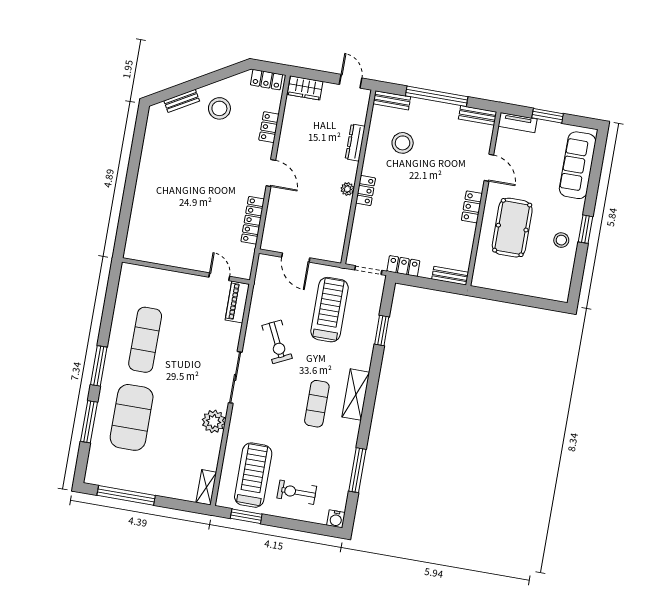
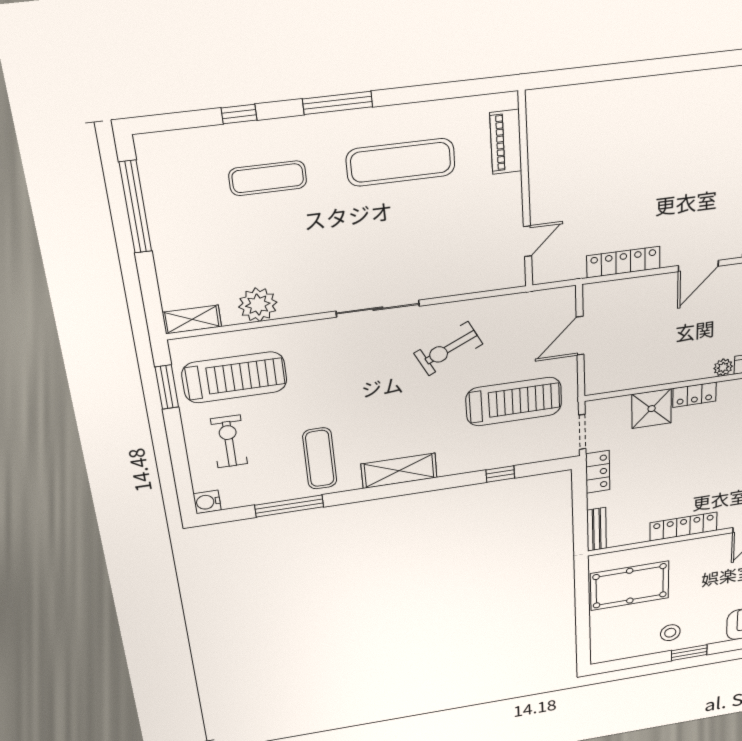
plant: (347, 189) -> (723, 367), moved
locker: (472, 207) -> (683, 527), width x1.53
shower: (366, 221) -> (652, 409), added
pool table: (512, 228) -> (630, 586), moved
piano: (237, 302) -> (506, 142), moved, turned -90
window: (382, 331) -> (500, 474), width x0.67
exercise mat: (317, 404) -> (320, 458), moved, turned 90
exercise mat: (132, 417) -> (268, 178), width x0.50, depth x0.69
plant: (214, 421) -> (258, 305), moved
window: (89, 422) -> (239, 114), width x0.46

